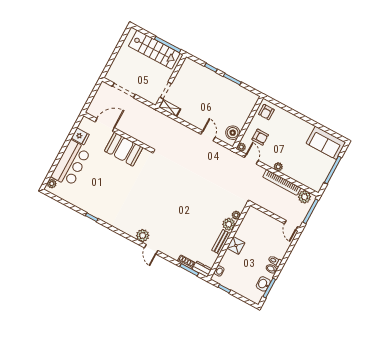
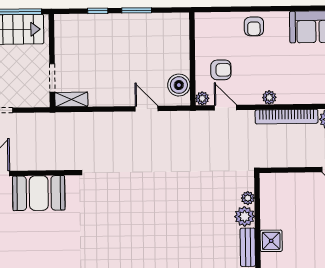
armchair: (266, 112) -> (254, 26), moved

